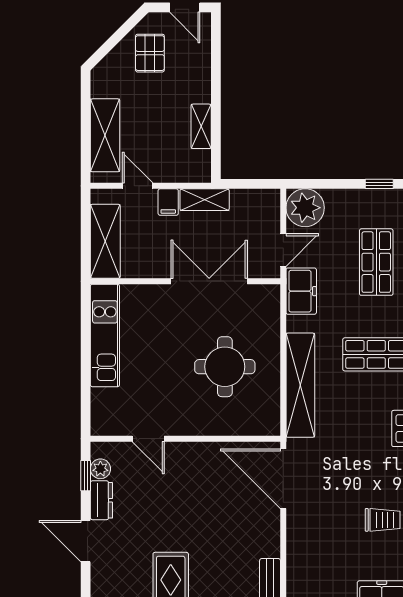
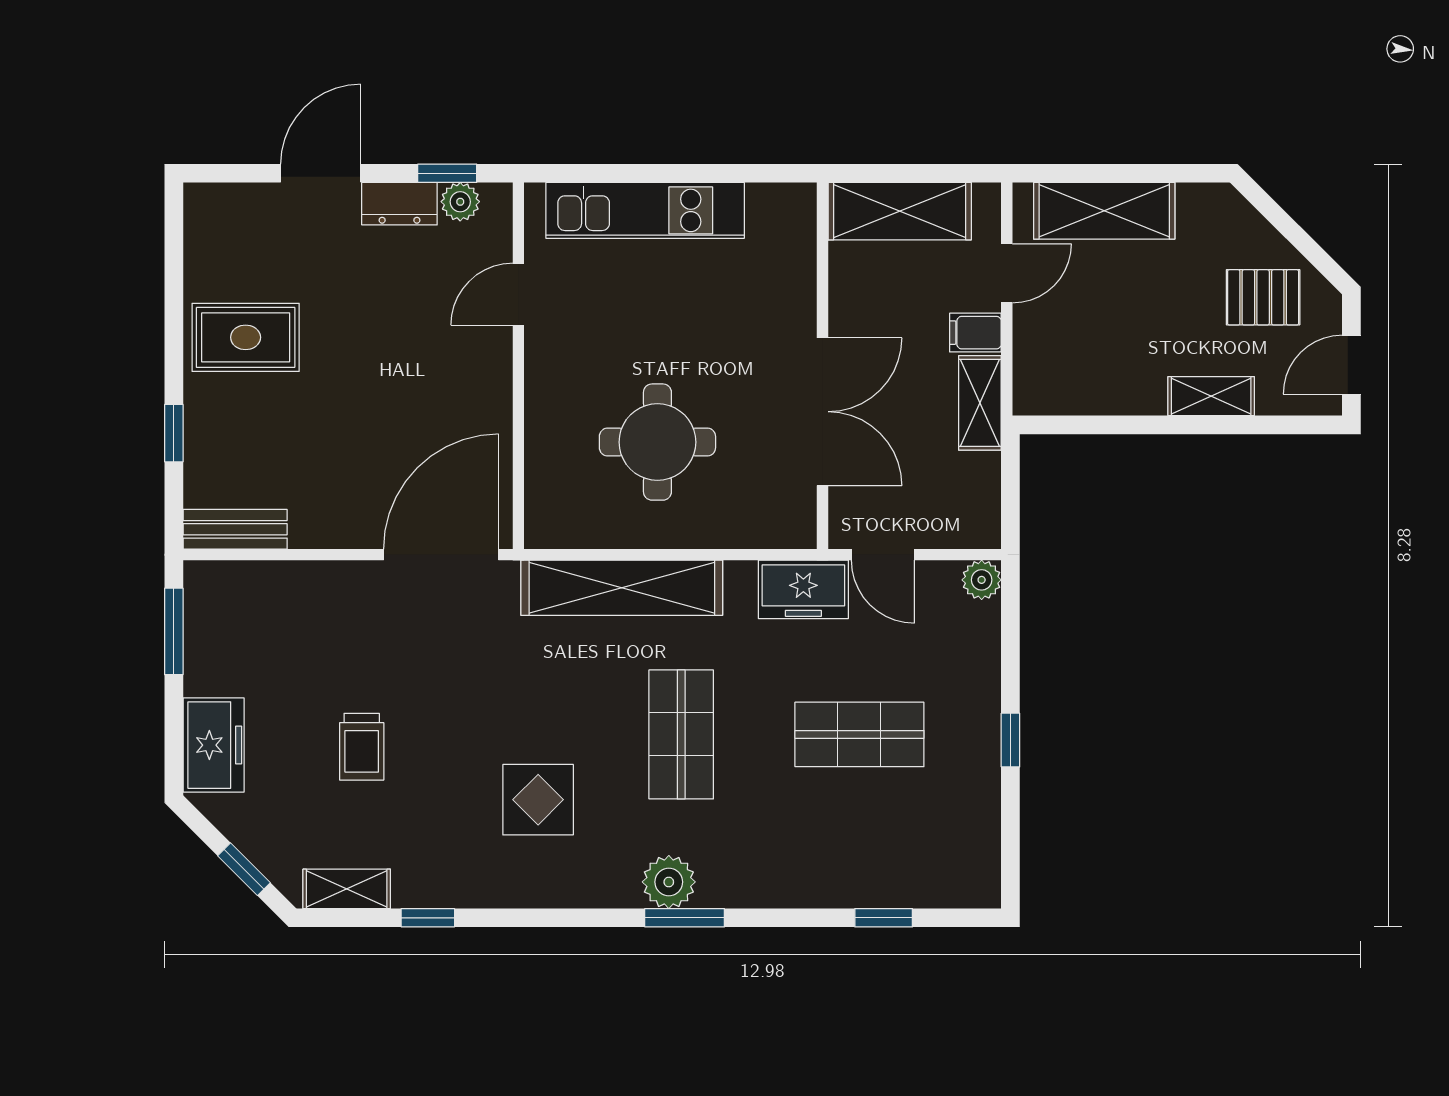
shelving: (201, 126) -> (1211, 396), moved
plant: (305, 208) -> (982, 580), width x0.53, depth x0.53
kitchen unit: (105, 335) -> (645, 210), moved

